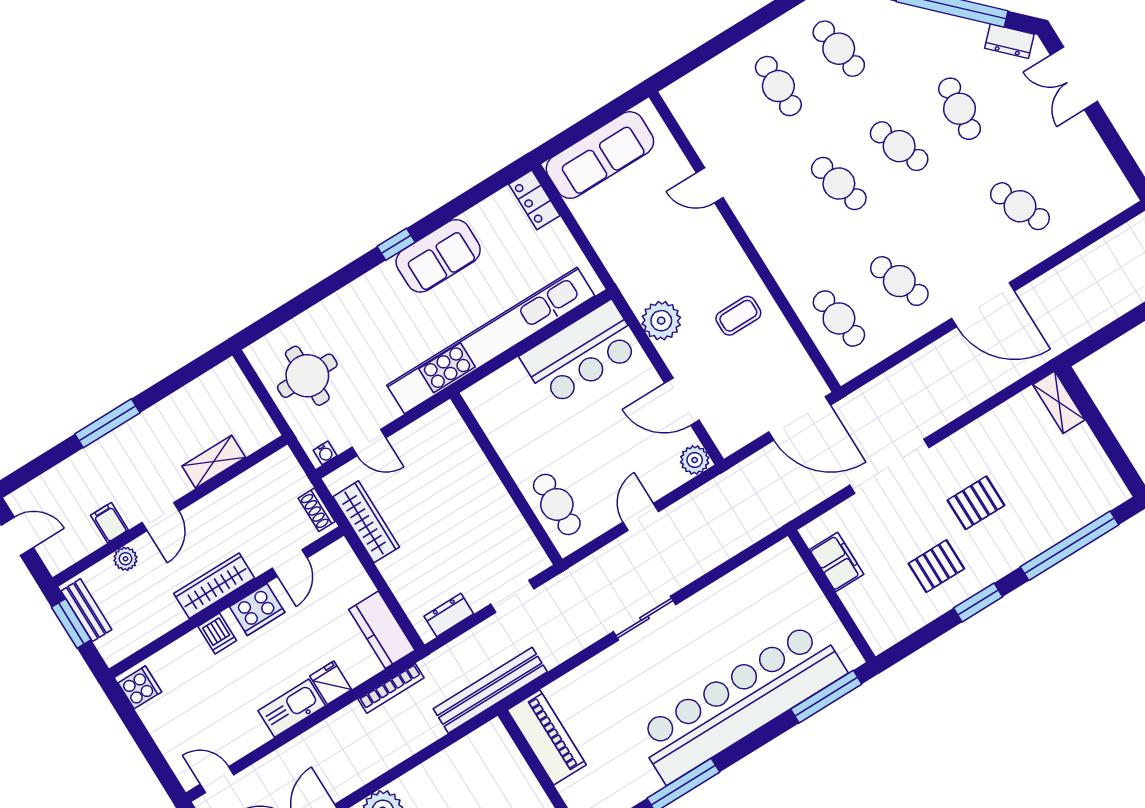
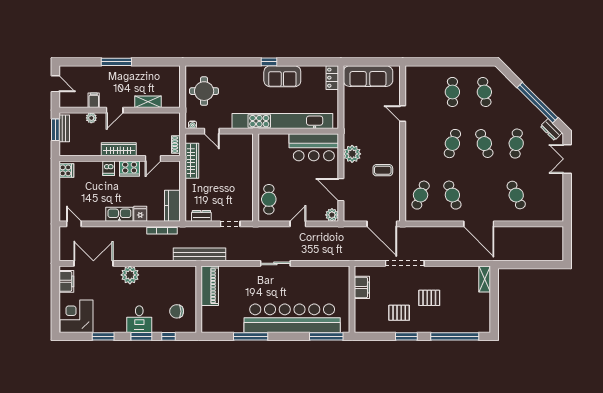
cafe table: (839, 184) -> (452, 144), turned 33
cafe table: (839, 318) -> (421, 195), turned 30

